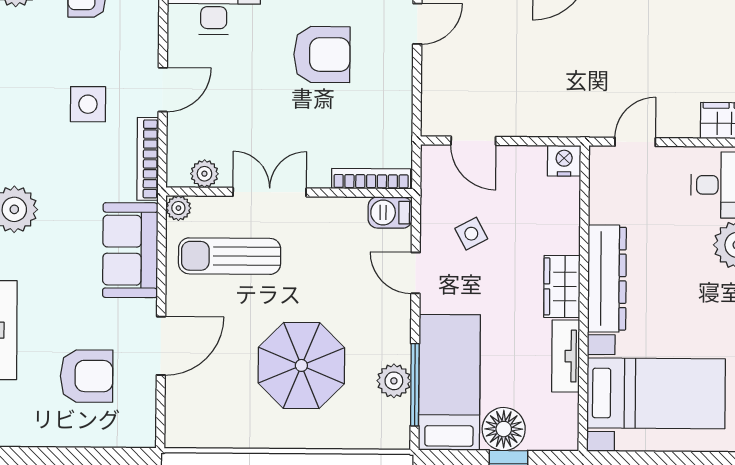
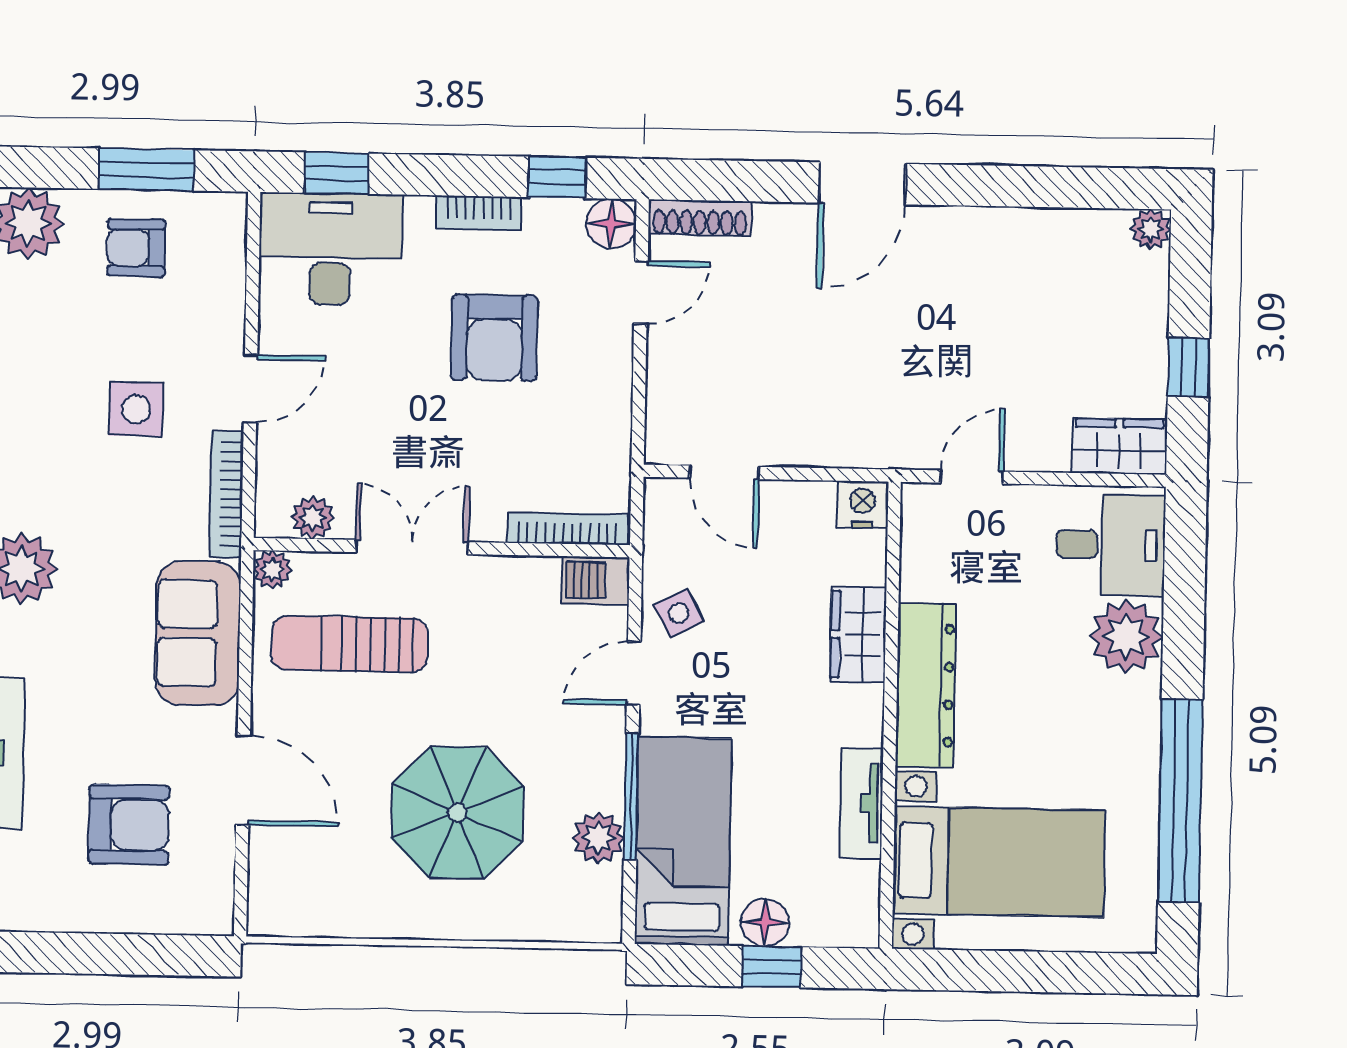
armchair: (322, 55) -> (494, 338), turned 90
side table: (471, 234) -> (679, 613), moved
door: (416, 273) -> (634, 673), hinge flipped
wardrobe: (562, 286) -> (858, 634), moved
door: (161, 346) -> (243, 780), hinge flipped
window: (415, 385) -> (631, 796), moved
floor lamp: (504, 429) -> (765, 922), width x0.73, depth x0.73

